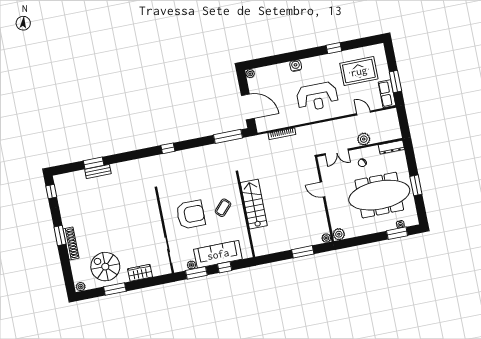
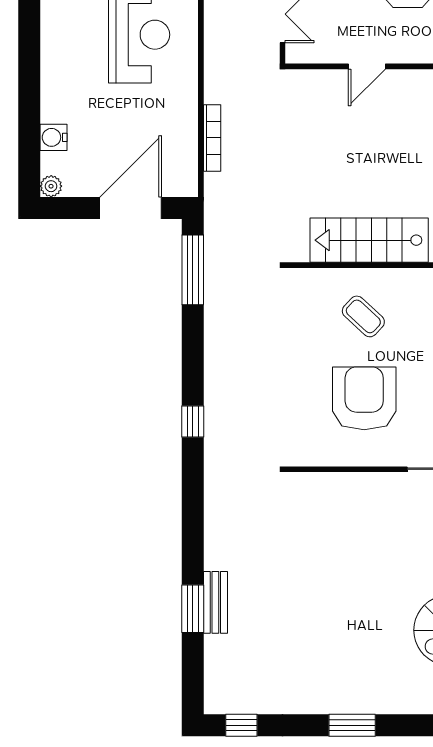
water cooler: (296, 66) -> (54, 137), moved
shoe rack: (71, 243) -> (377, 702), removed

